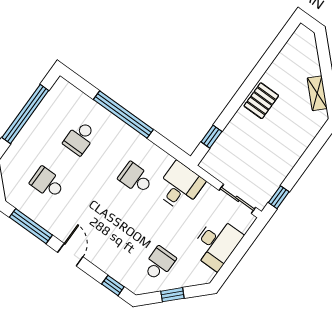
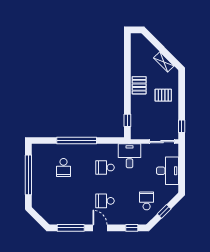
pallet: (284, 137) -> (163, 95), added
school desk: (47, 183) -> (105, 201), moved

